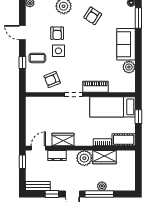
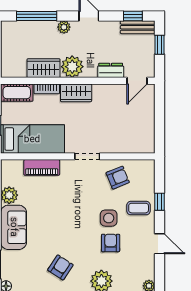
piano: (96, 87) -> (42, 167), moved
wardrobe: (63, 140) -> (76, 93), moved
window: (22, 162) -> (160, 45), moved
plant: (102, 186) -> (64, 27), moved
window: (52, 194) -> (133, 16), moved
window: (99, 194) -> (37, 16), moved

